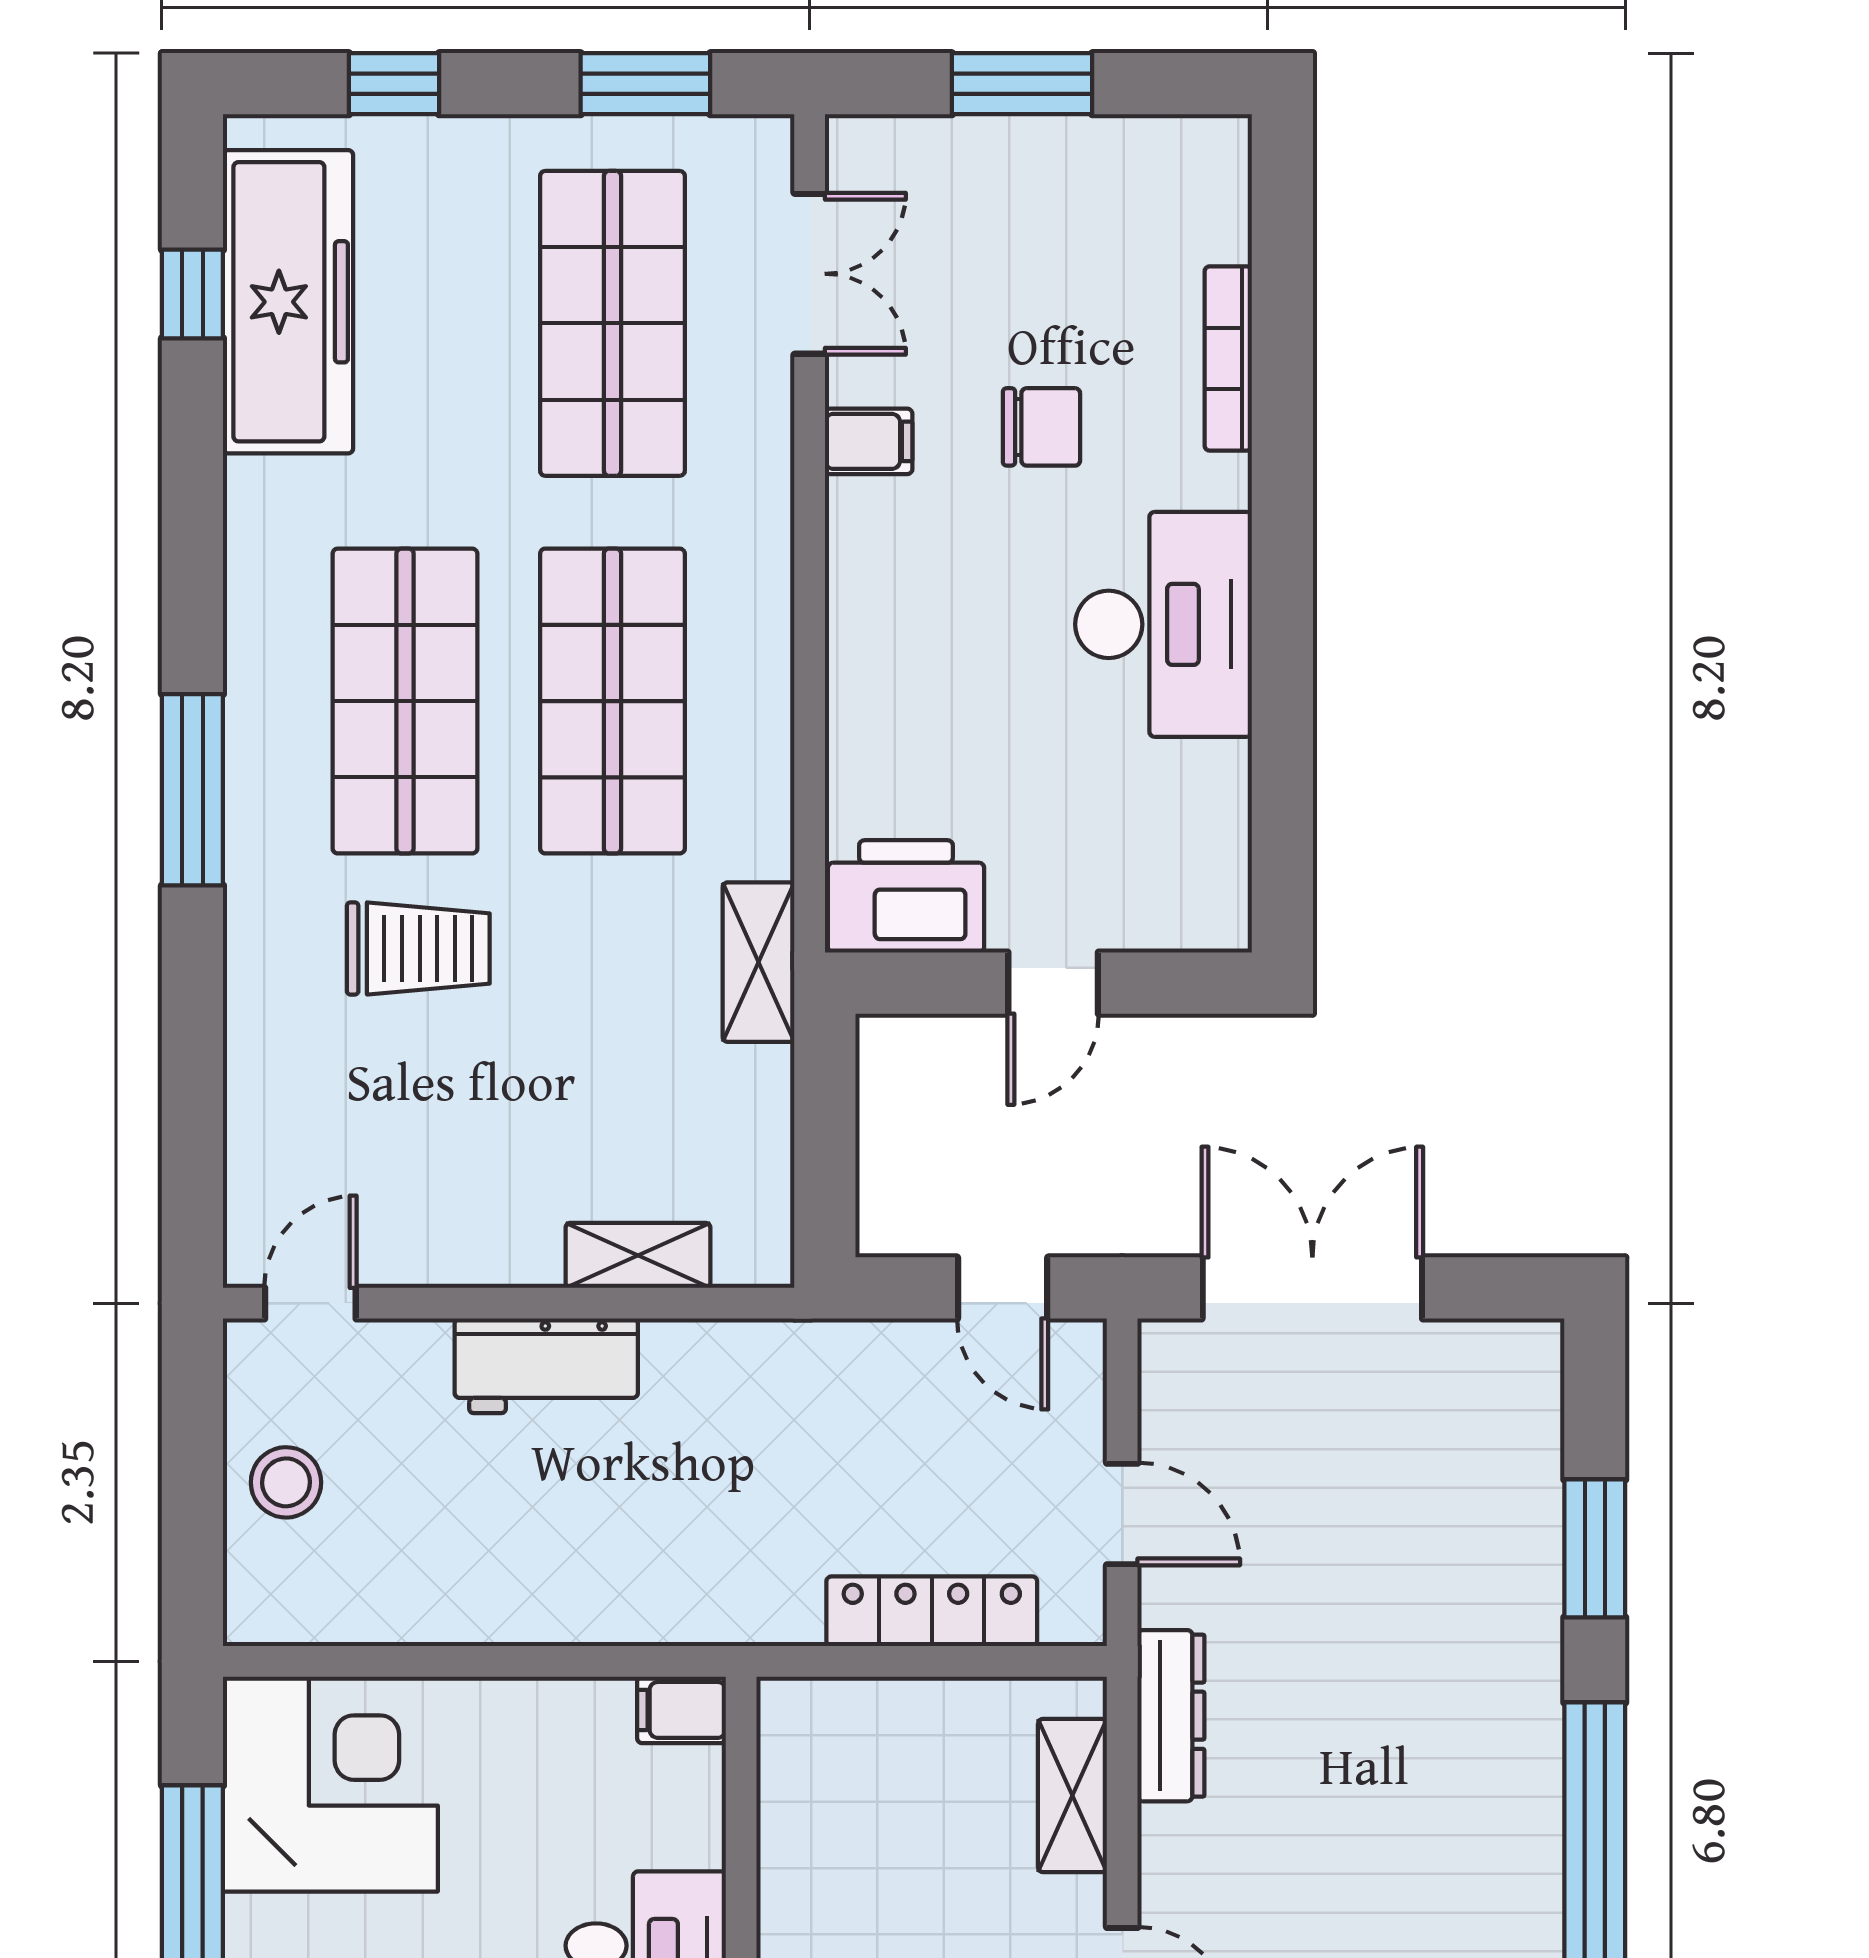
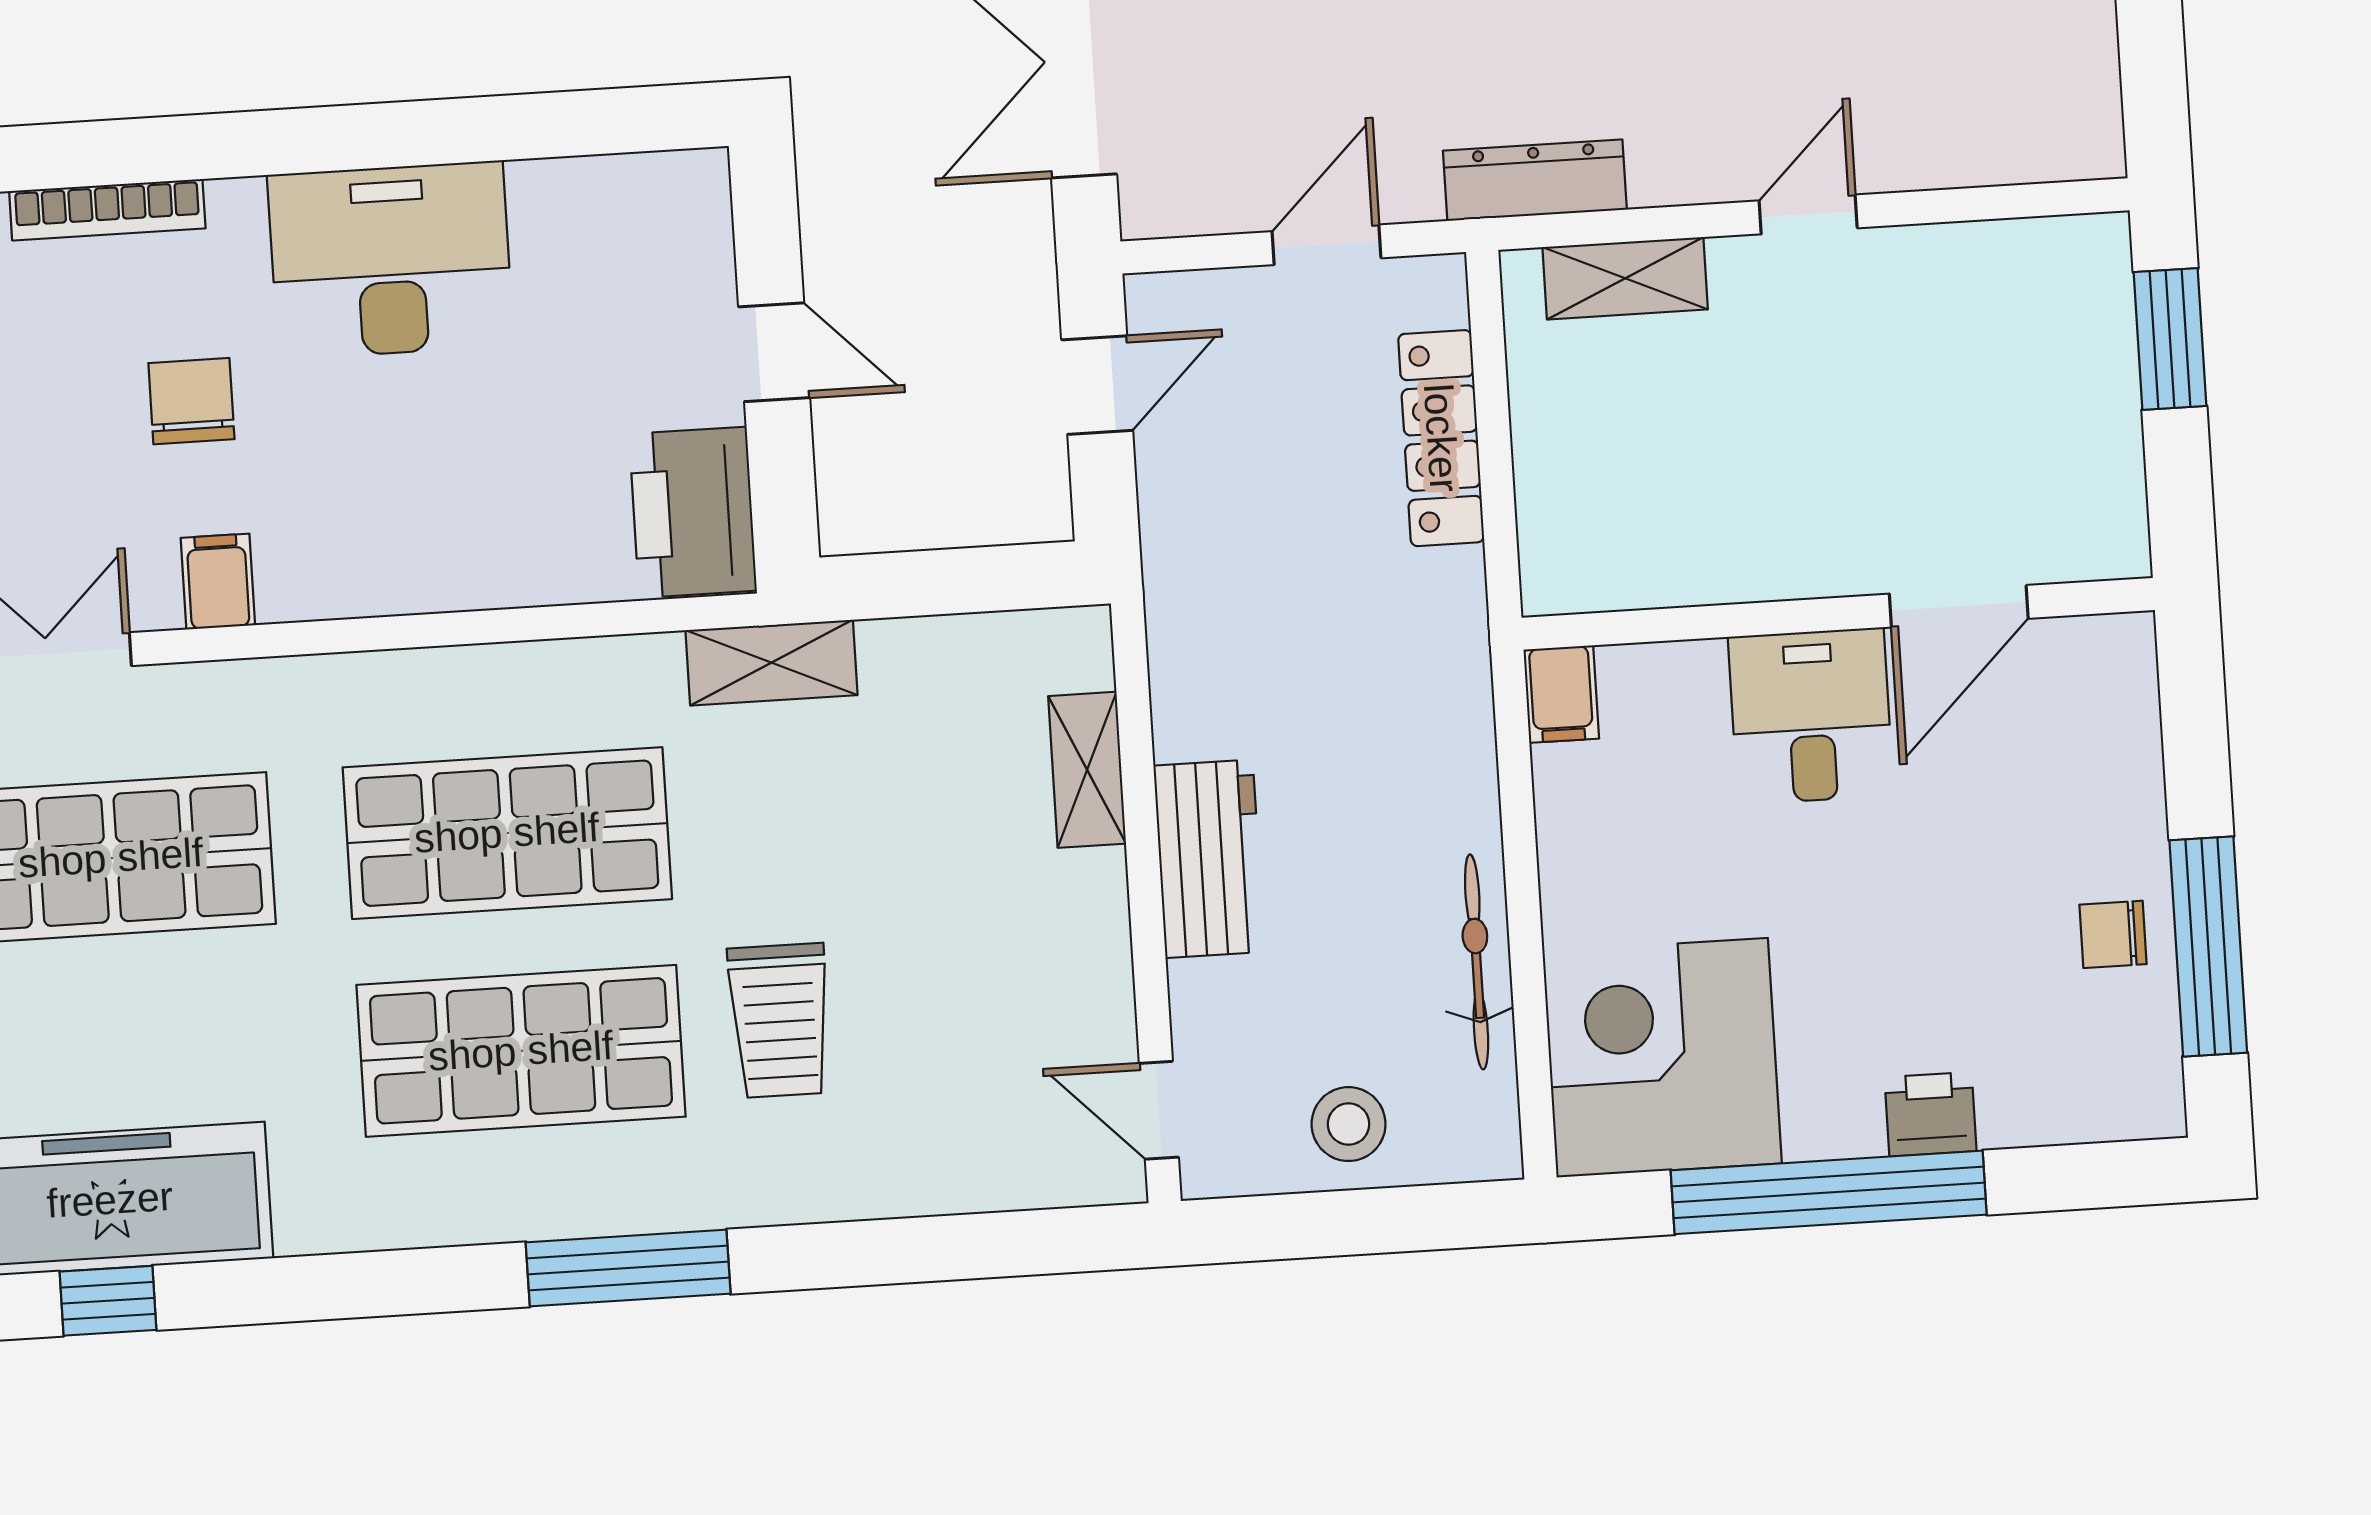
trolley: (418, 948) -> (780, 1020), turned 180
bicycle: (432, 1614) -> (1477, 962), added

